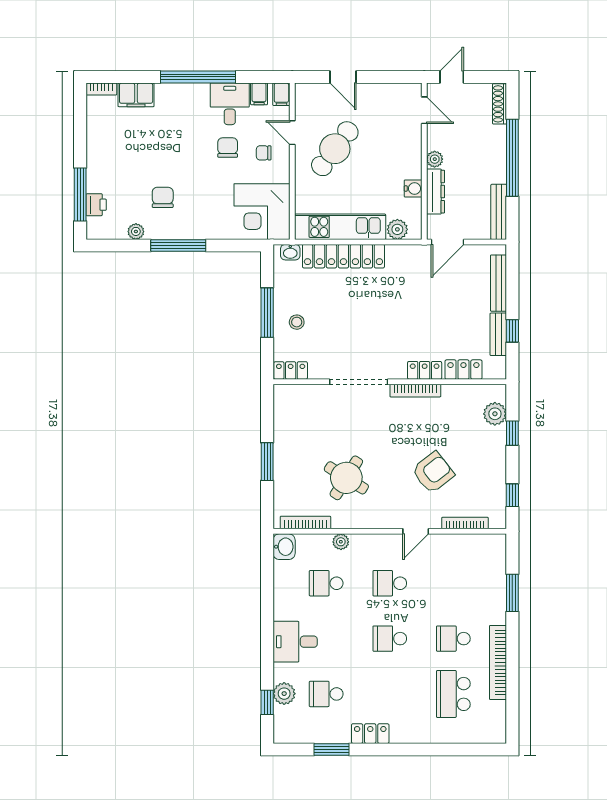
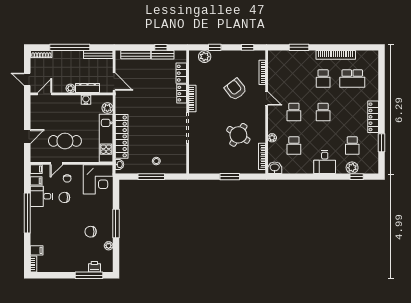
filing cabinet: (136, 95) -> (37, 250), width x0.50
cafe table: (335, 149) -> (65, 141), turned -37
locker: (291, 370) -> (182, 164), removed
locker: (370, 734) -> (373, 117), width x1.53

